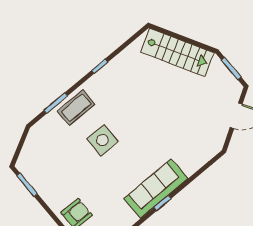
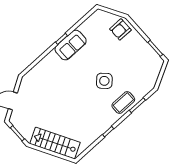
side table: (102, 140) -> (104, 81), turned 45
sofa: (156, 188) -> (71, 45), width x0.73

